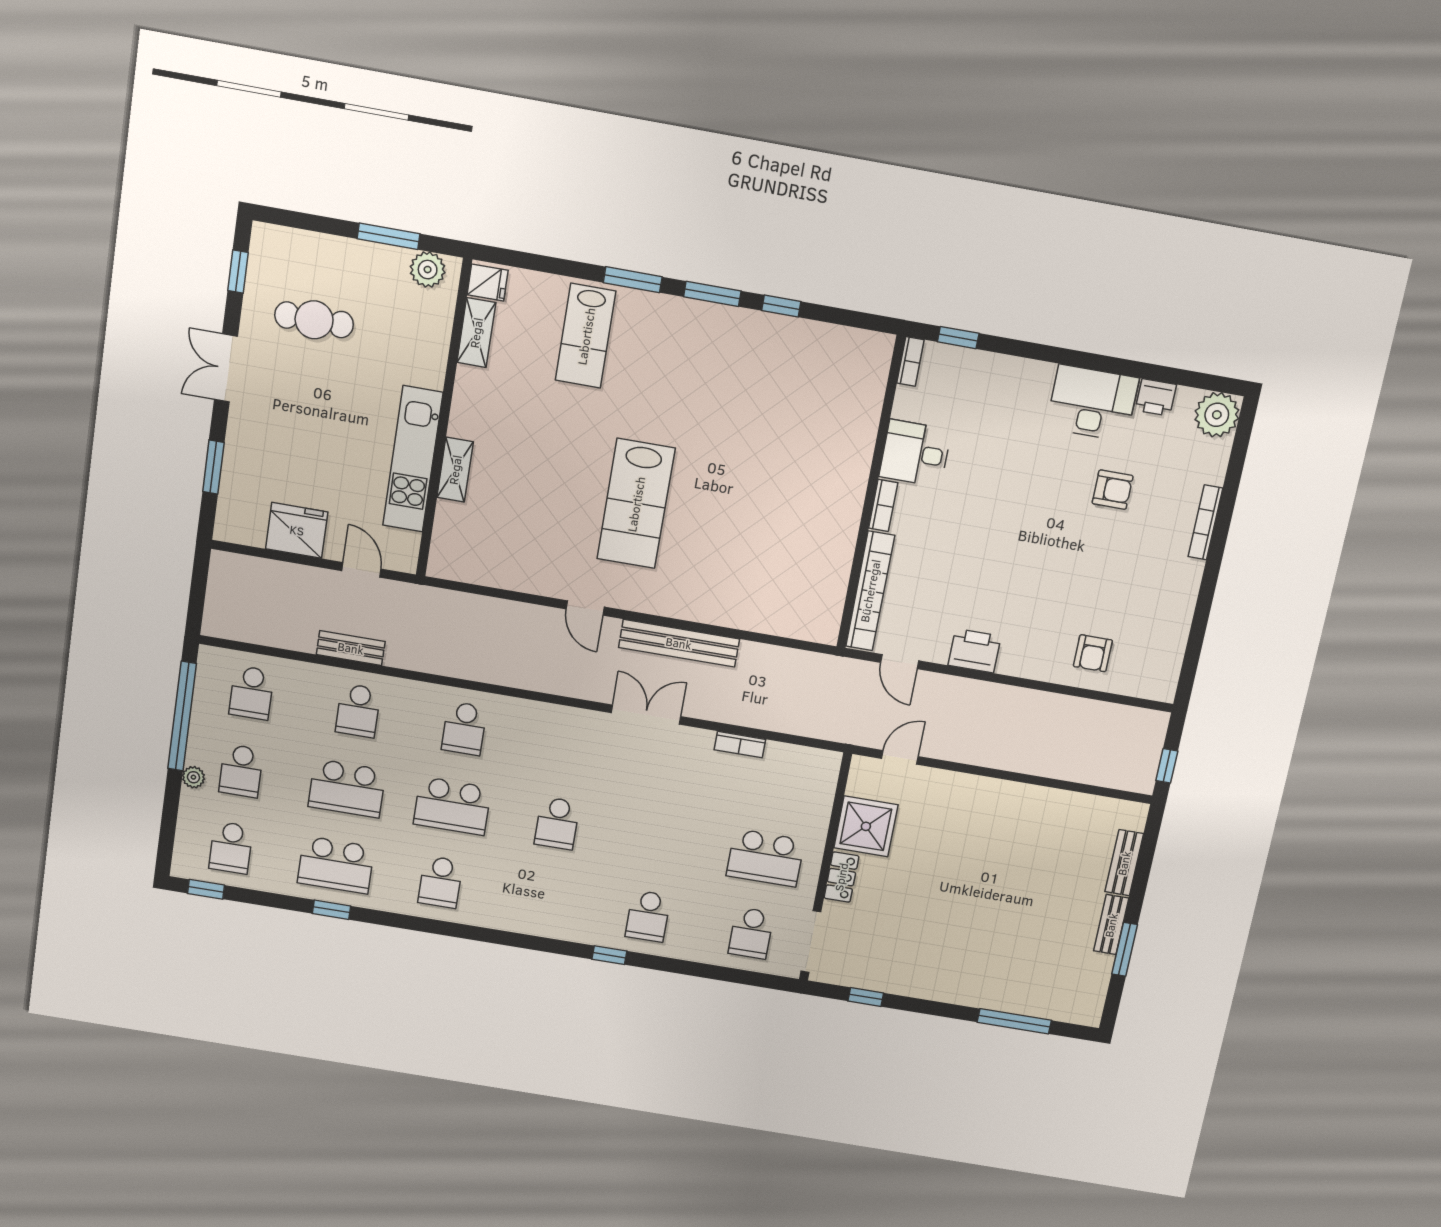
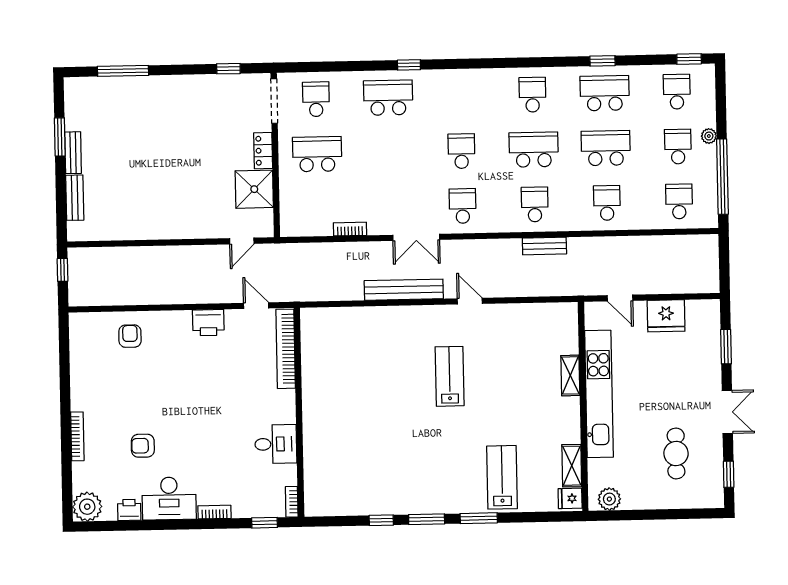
window: (389, 236) -> (637, 515), removed
cafe table: (314, 320) -> (676, 453), turned 90
kitchen unit: (413, 459) -> (599, 394), width x1.36
lab bench: (636, 504) -> (450, 376), width x0.73, depth x0.72
bookcase: (883, 505) -> (214, 512), moved, turned 90
bench: (351, 648) -> (544, 246), moved
school desk: (570, 746) -> (463, 206), added
school desk: (648, 916) -> (388, 98), width x1.85

